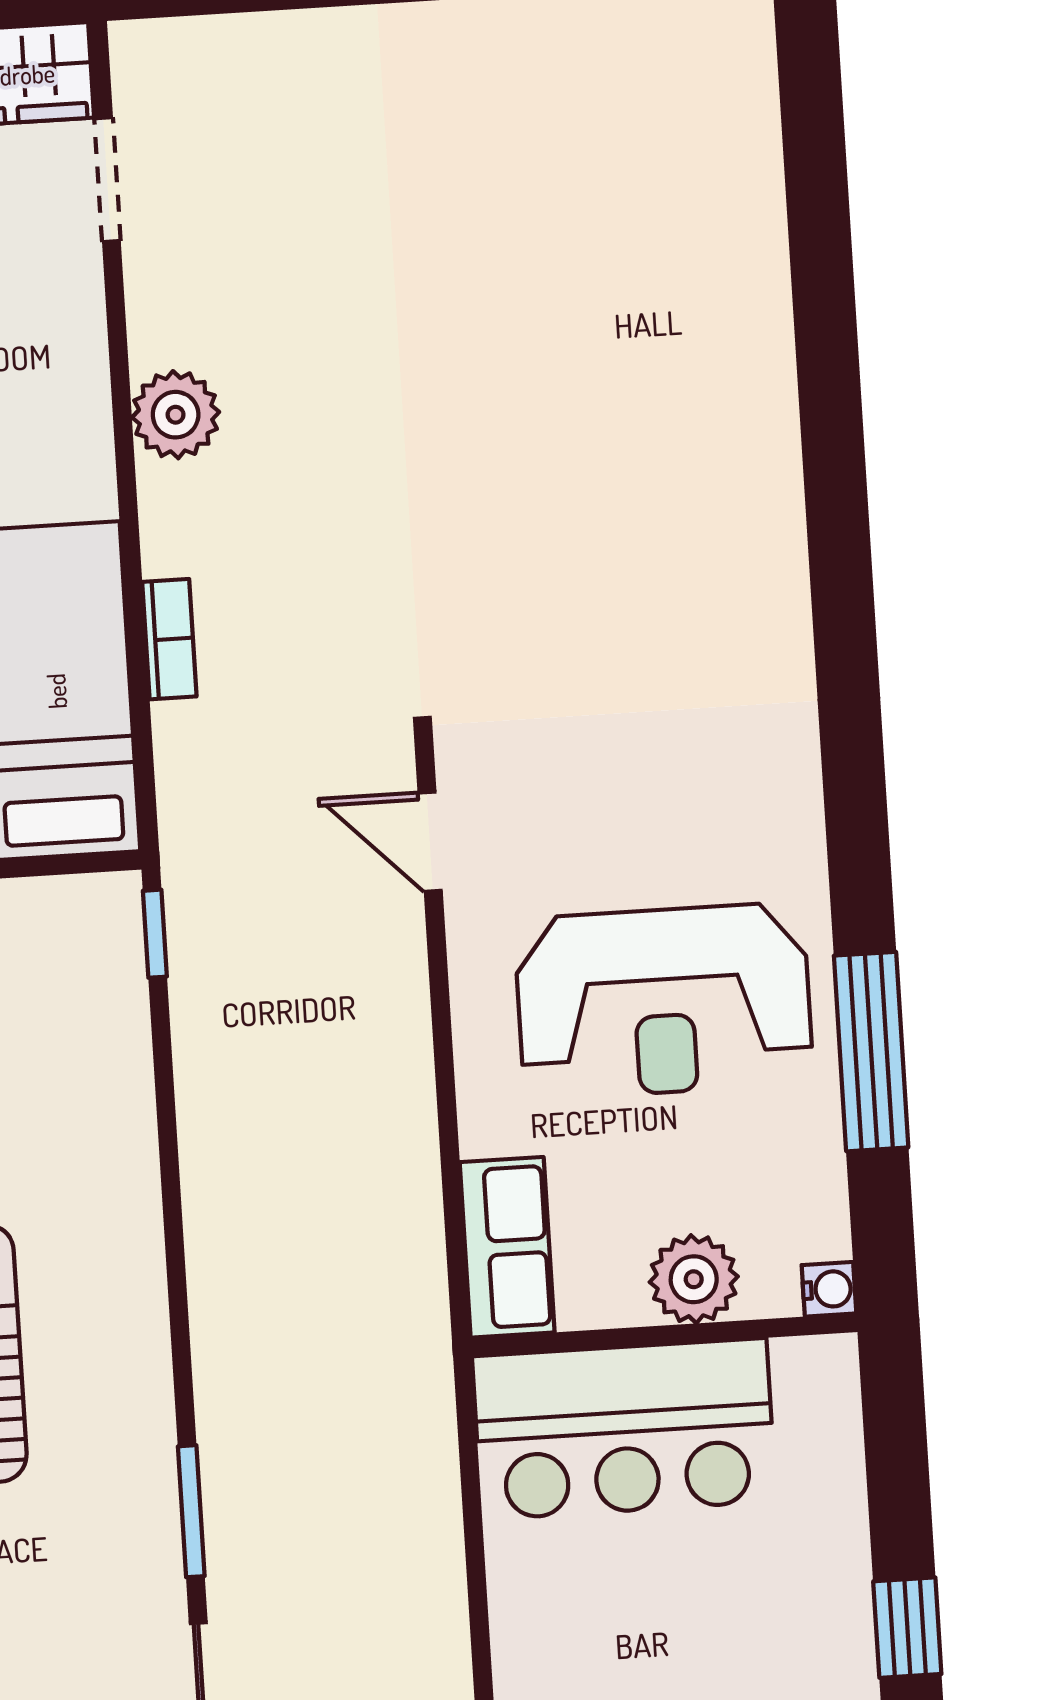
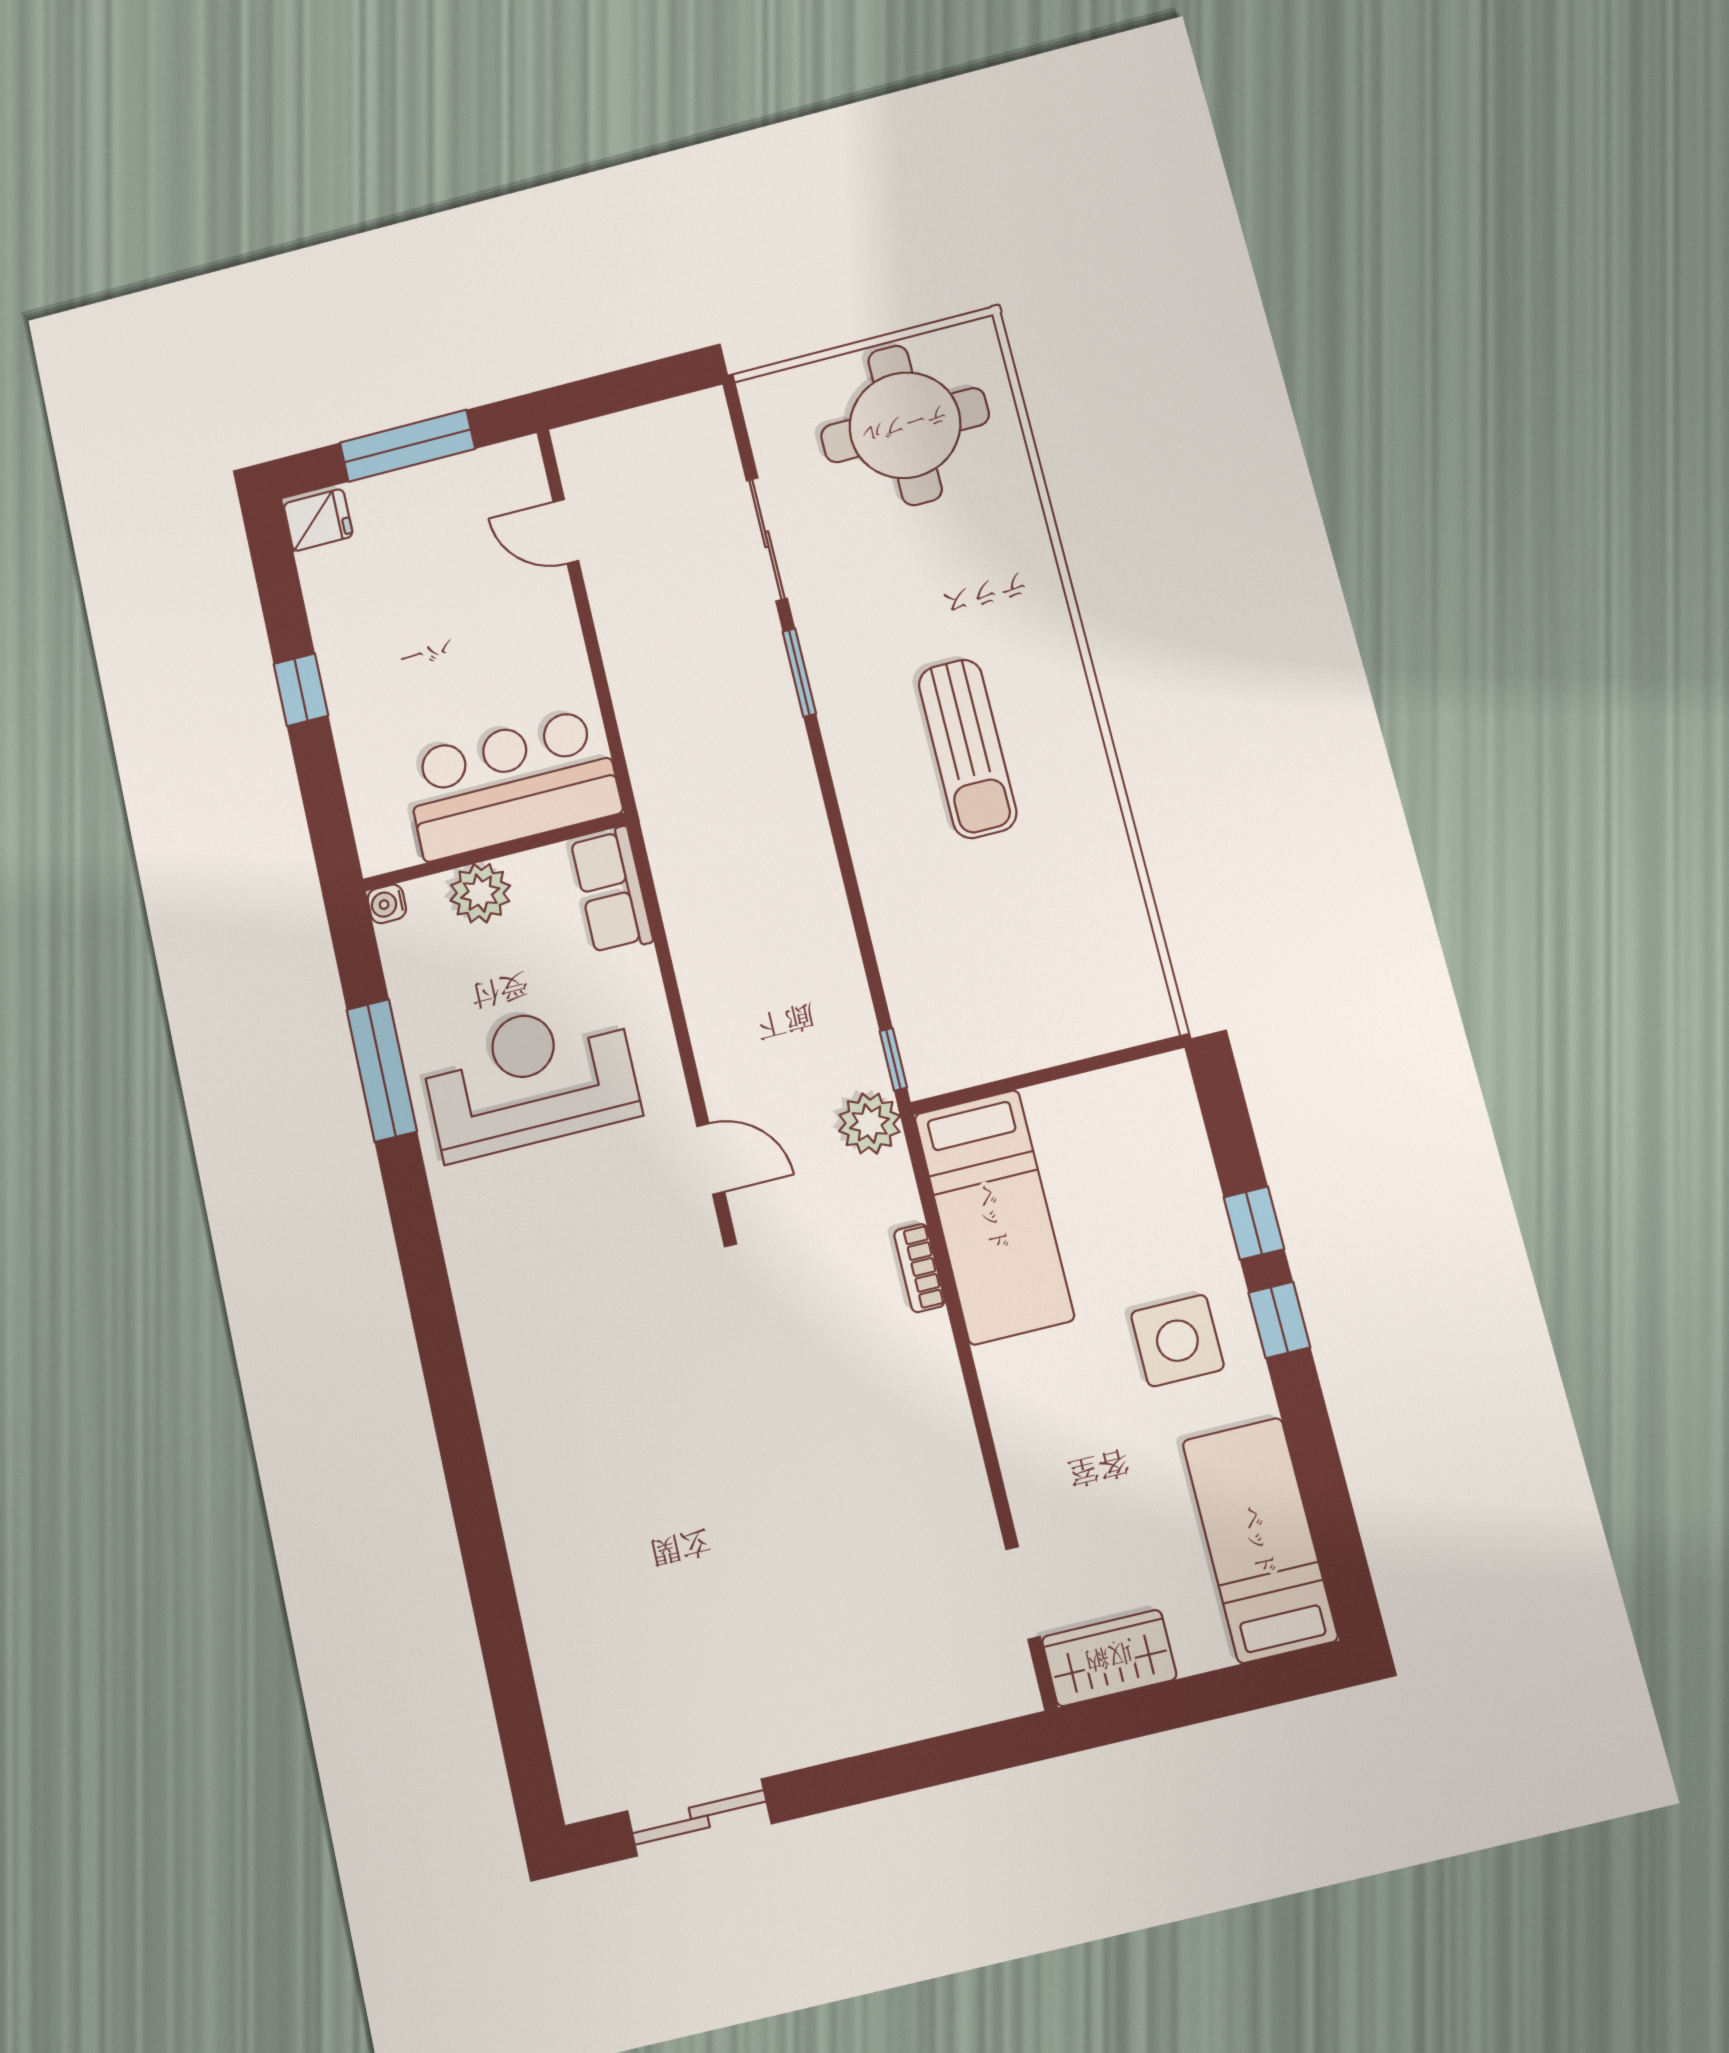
plant: (176, 415) -> (870, 1123), moved

